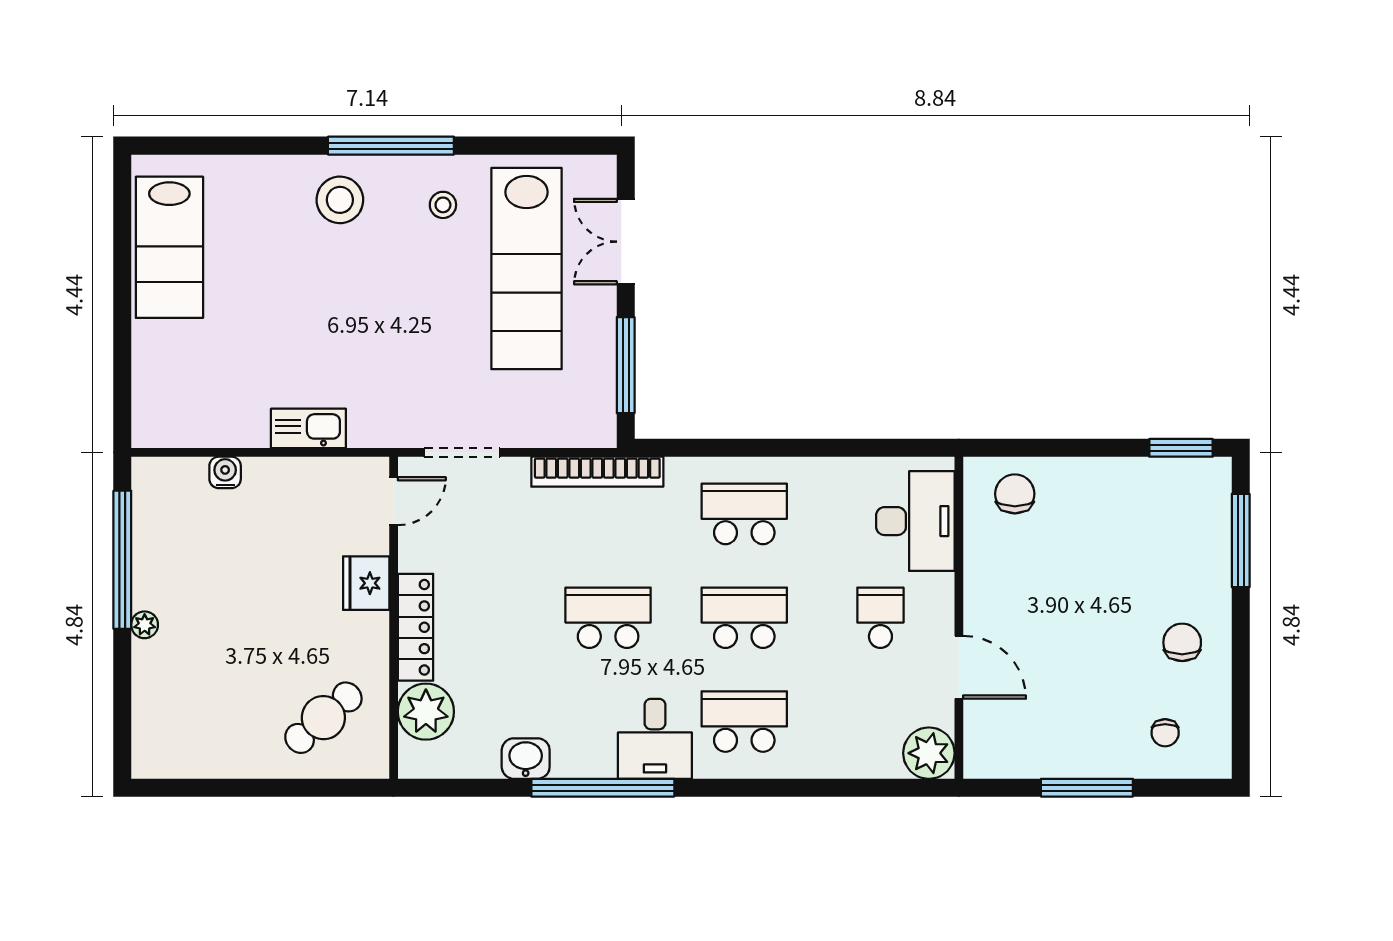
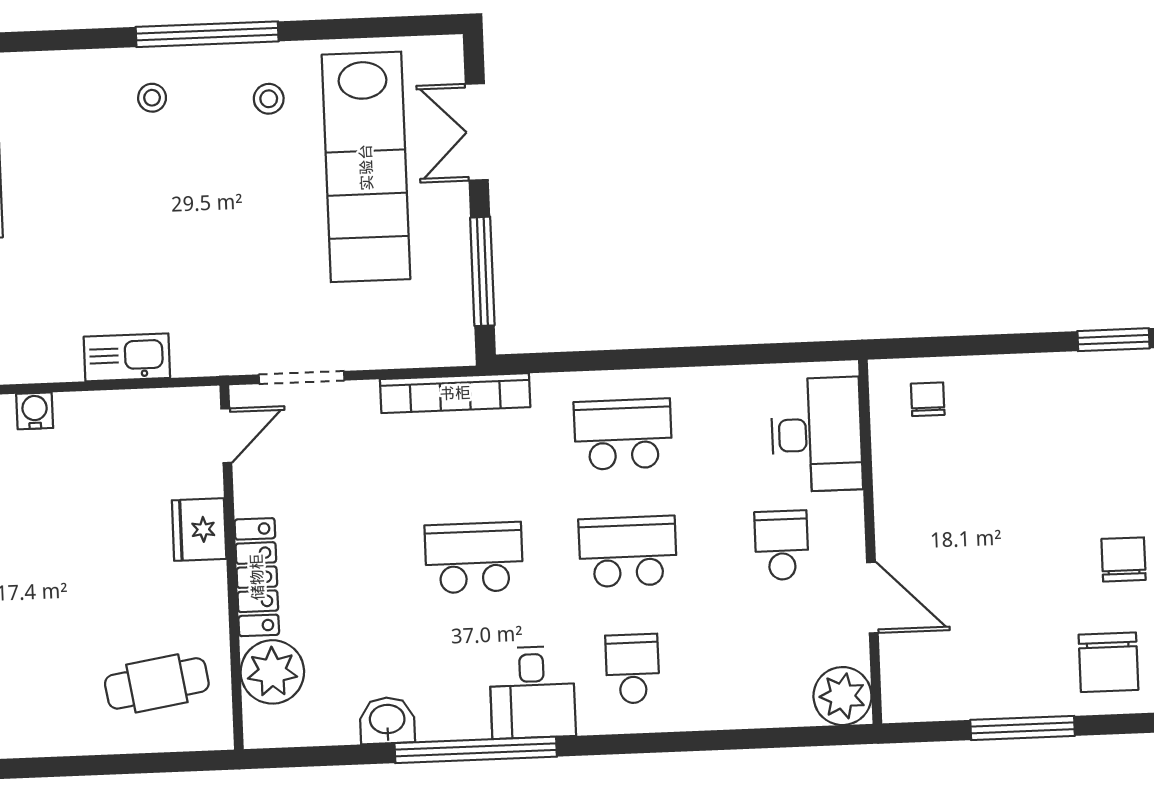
stool: (340, 200) -> (152, 98), width x0.53, depth x0.53
chair: (1015, 494) -> (928, 399), width x0.73, depth x0.73
cafe table: (323, 718) -> (157, 683), turned 32
school desk: (744, 722) -> (632, 669), width x0.54
chair: (1165, 733) -> (1108, 662), width x1.87, depth x1.87

